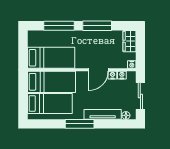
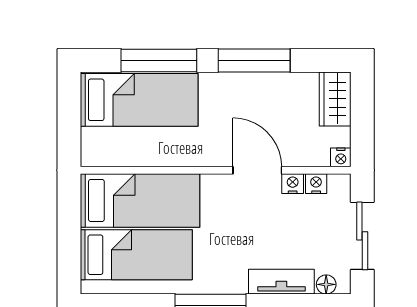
bed: (51, 58) -> (139, 100), moved
door: (98, 70) -> (257, 170), swing flipped
tv unit: (103, 114) -> (281, 282), width x0.71

